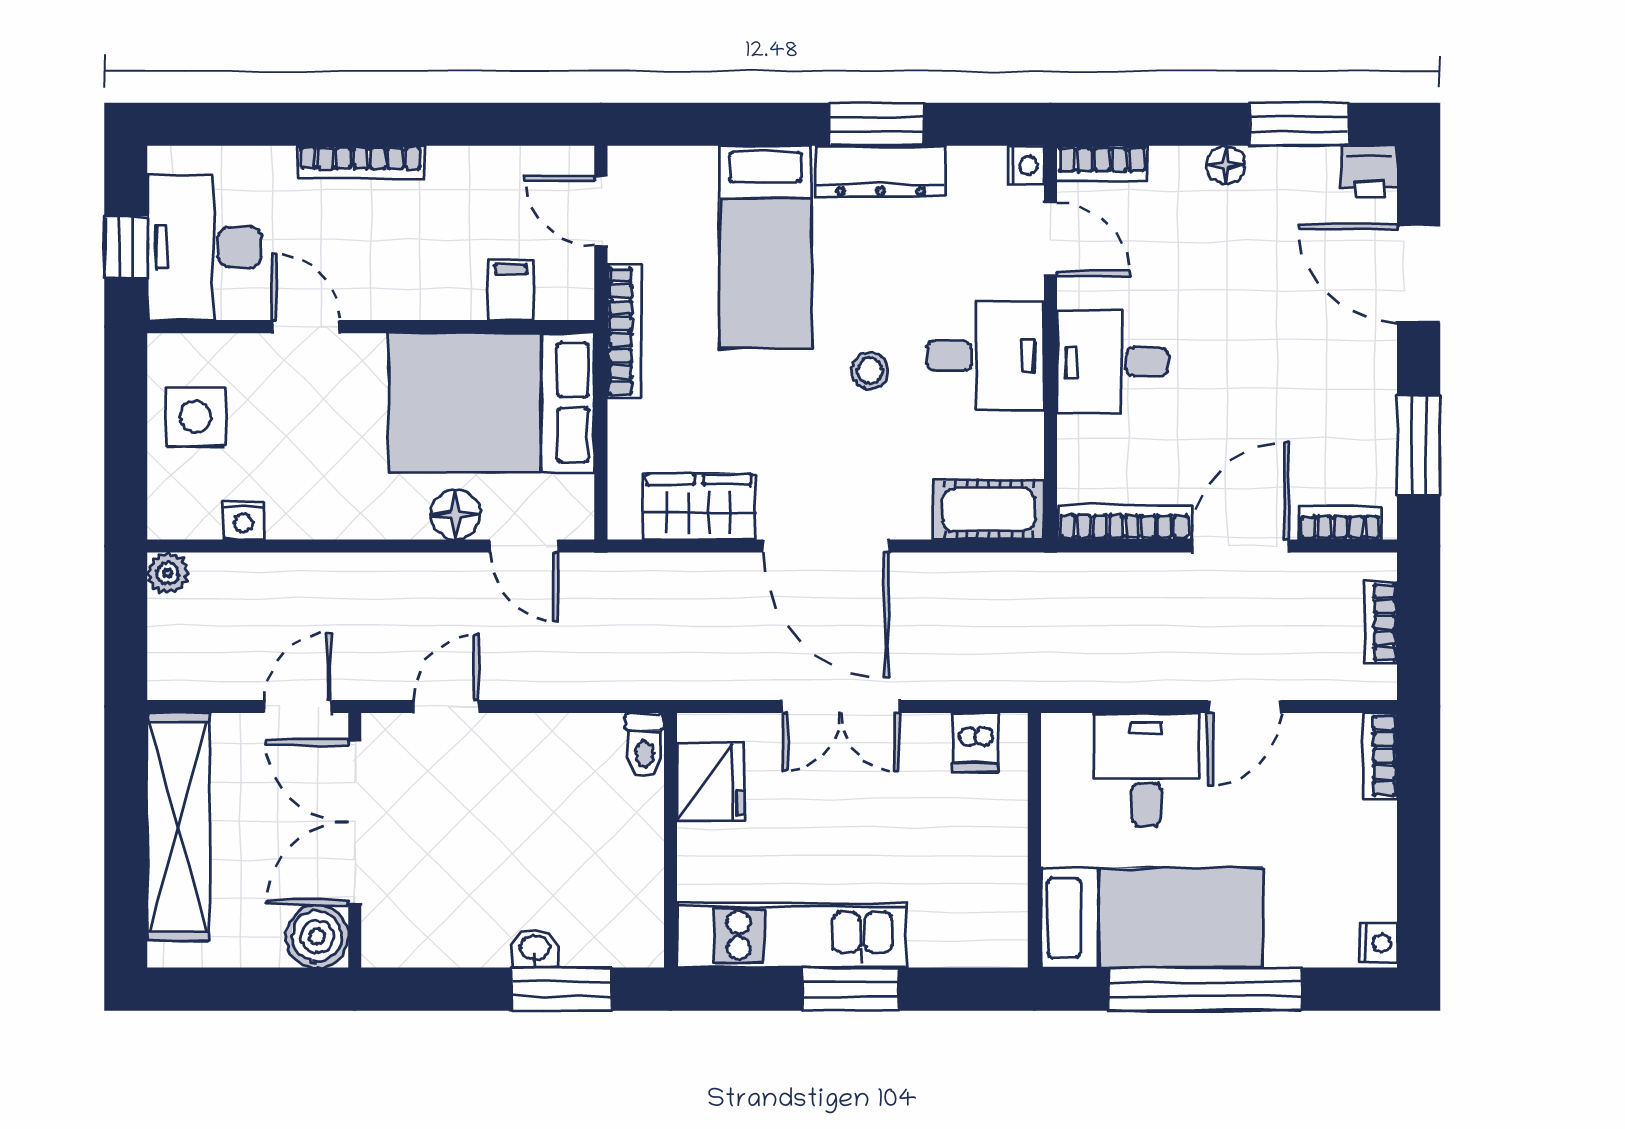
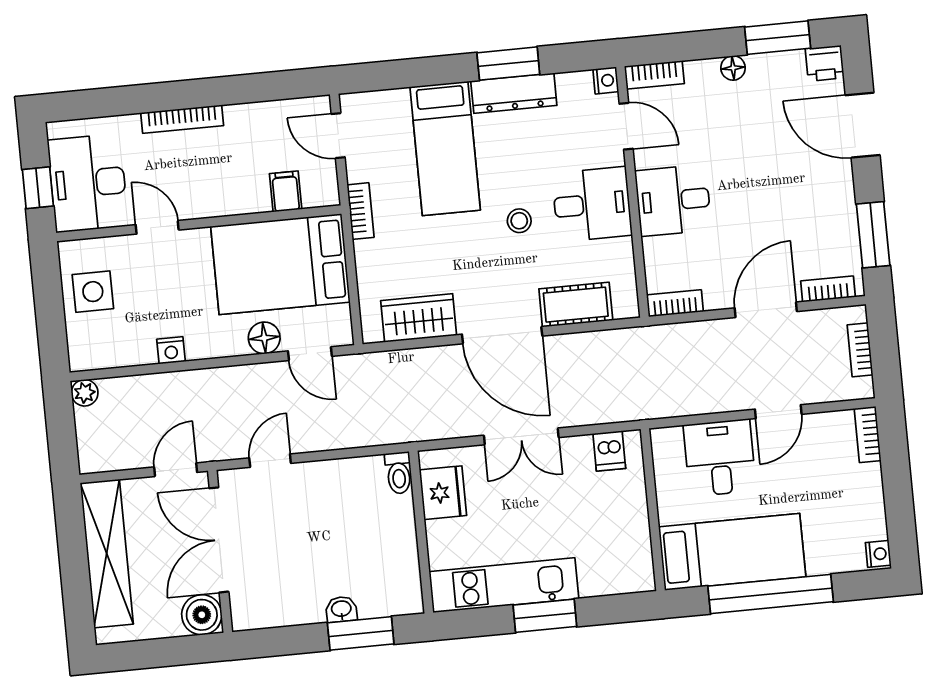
bookcase: (624, 332) -> (361, 211), width x0.64
cot: (989, 510) -> (576, 305), moved
nightstand: (243, 520) -> (171, 350), moved
bookcase: (1124, 522) -> (675, 303), width x0.64

